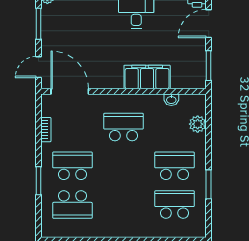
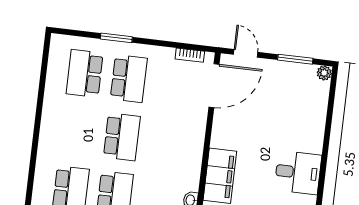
school desk: (123, 127) -> (122, 137), moved
bookcase: (46, 130) -> (190, 55), moved

